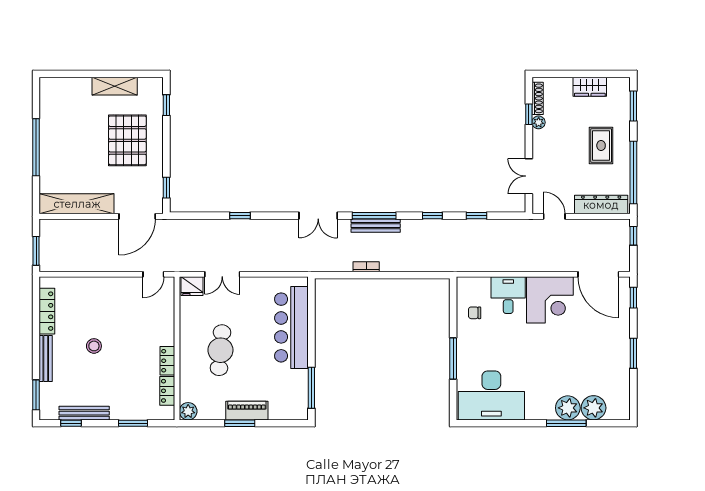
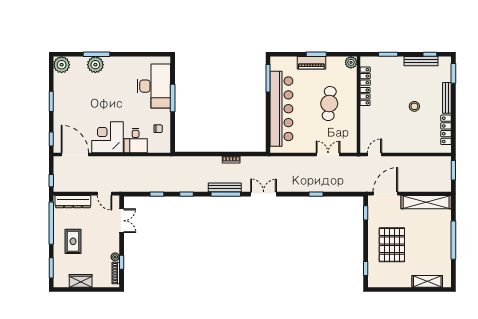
shelving: (115, 86) -> (427, 281), moved
fridge: (192, 286) -> (348, 147), removed
bar counter: (291, 327) -> (281, 109), width x1.36
desk: (491, 395) -> (154, 86), moved, turned 90
plant: (594, 408) -> (62, 65), moved

